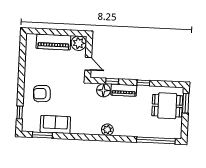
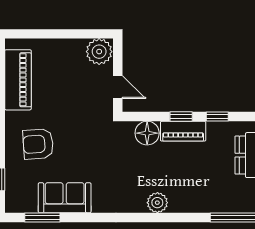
piano: (53, 42) -> (18, 80), moved, turned -90
window: (112, 81) -> (181, 117), moved

